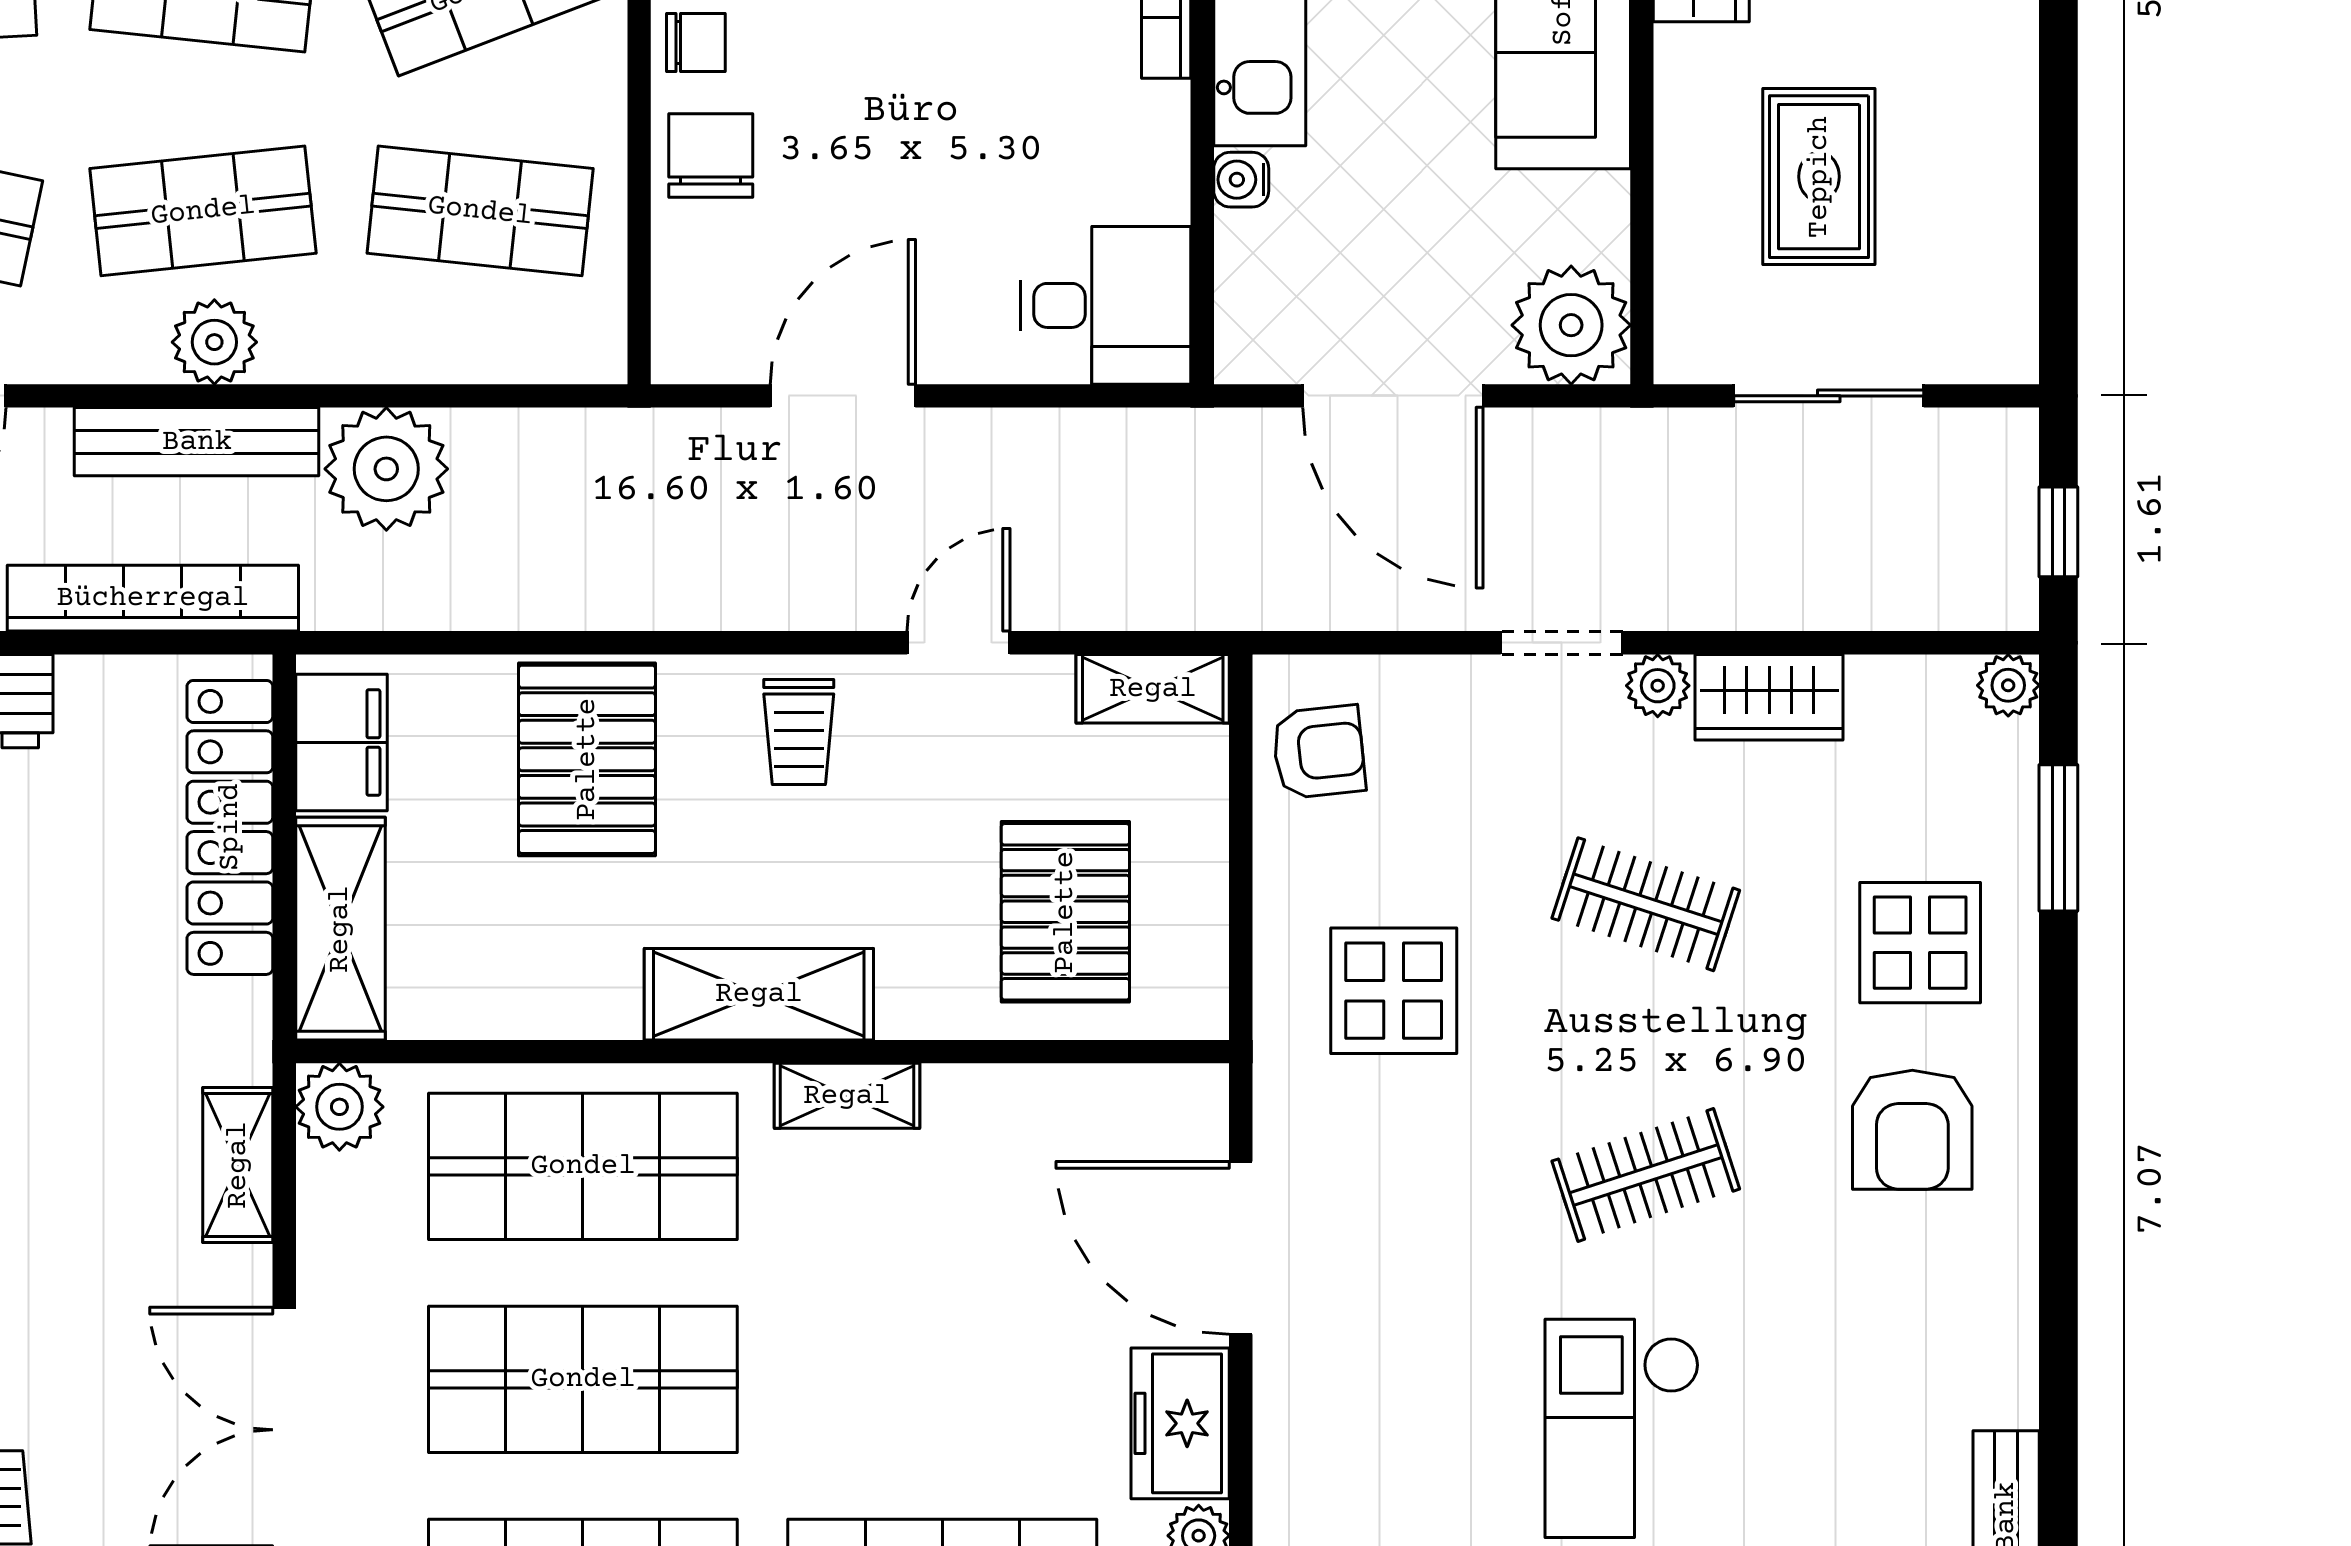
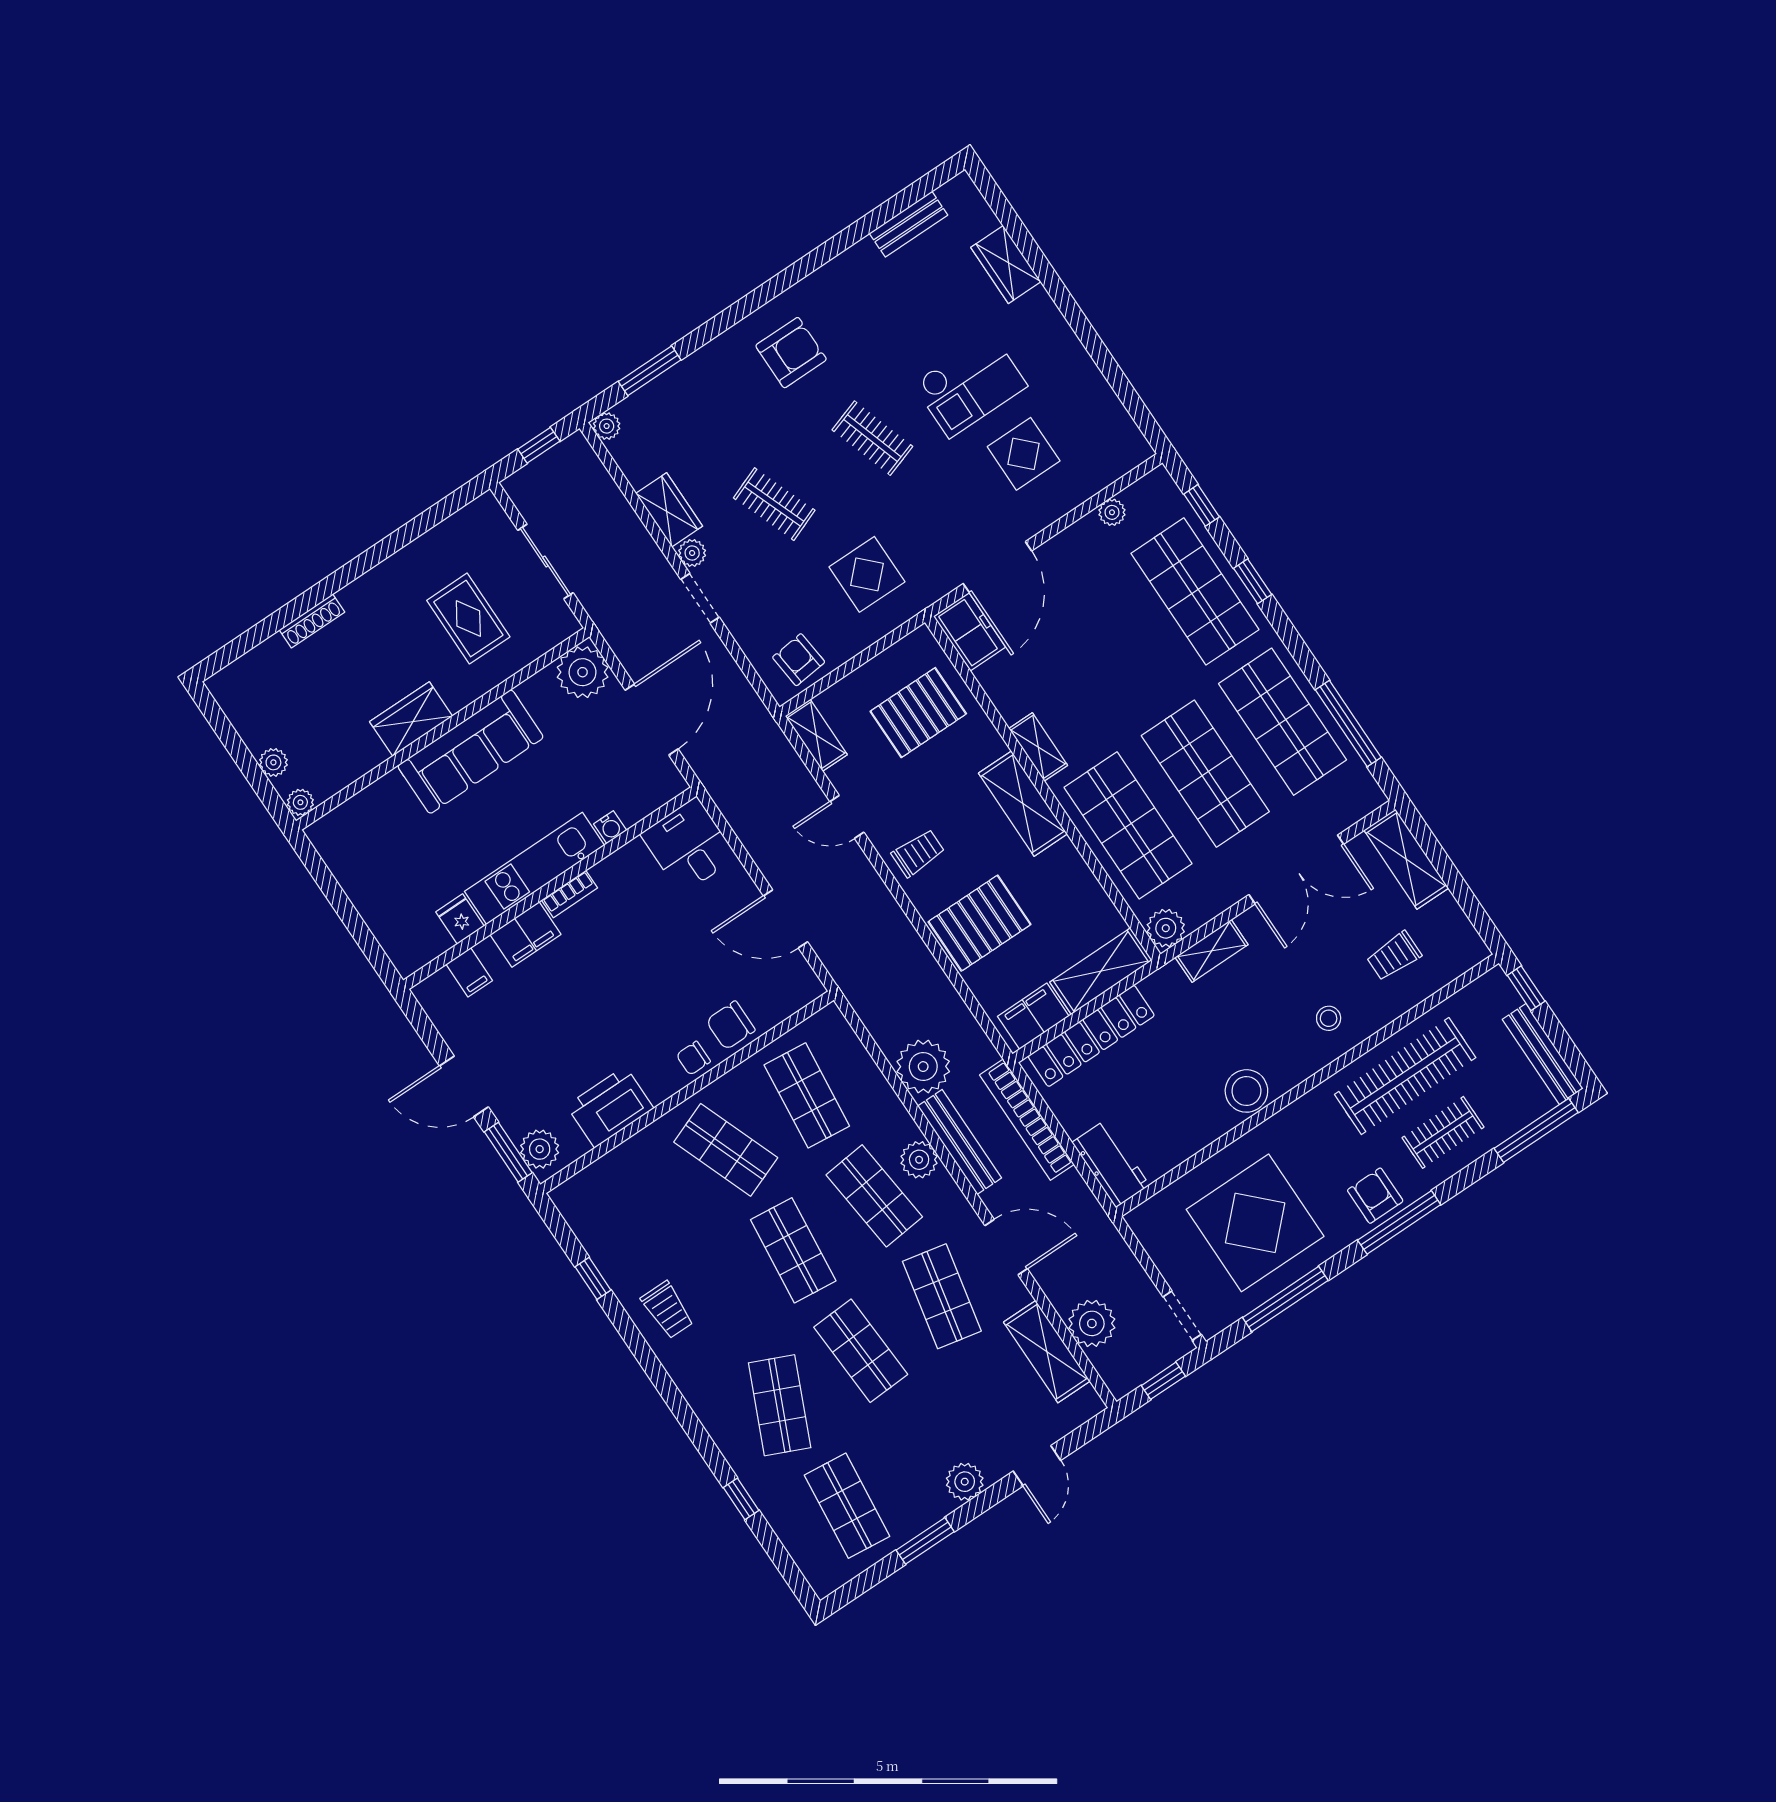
chair: (696, 43) -> (693, 1058), turned -90
rug: (1819, 177) -> (468, 619), turned 90
clothes rail: (1646, 904) -> (774, 504), turned -39
display table: (1920, 943) -> (1024, 454), moved
freezer: (1180, 1423) -> (969, 632), moved, turned -90

